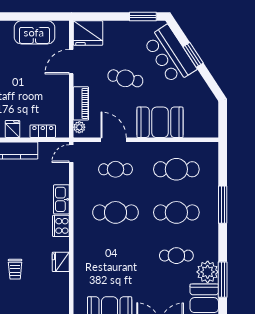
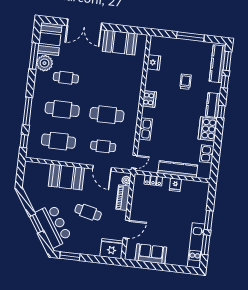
window: (223, 164) -> (24, 141), added
cooker: (61, 226) -> (149, 99), moved
fridge: (61, 262) -> (154, 62), moved

